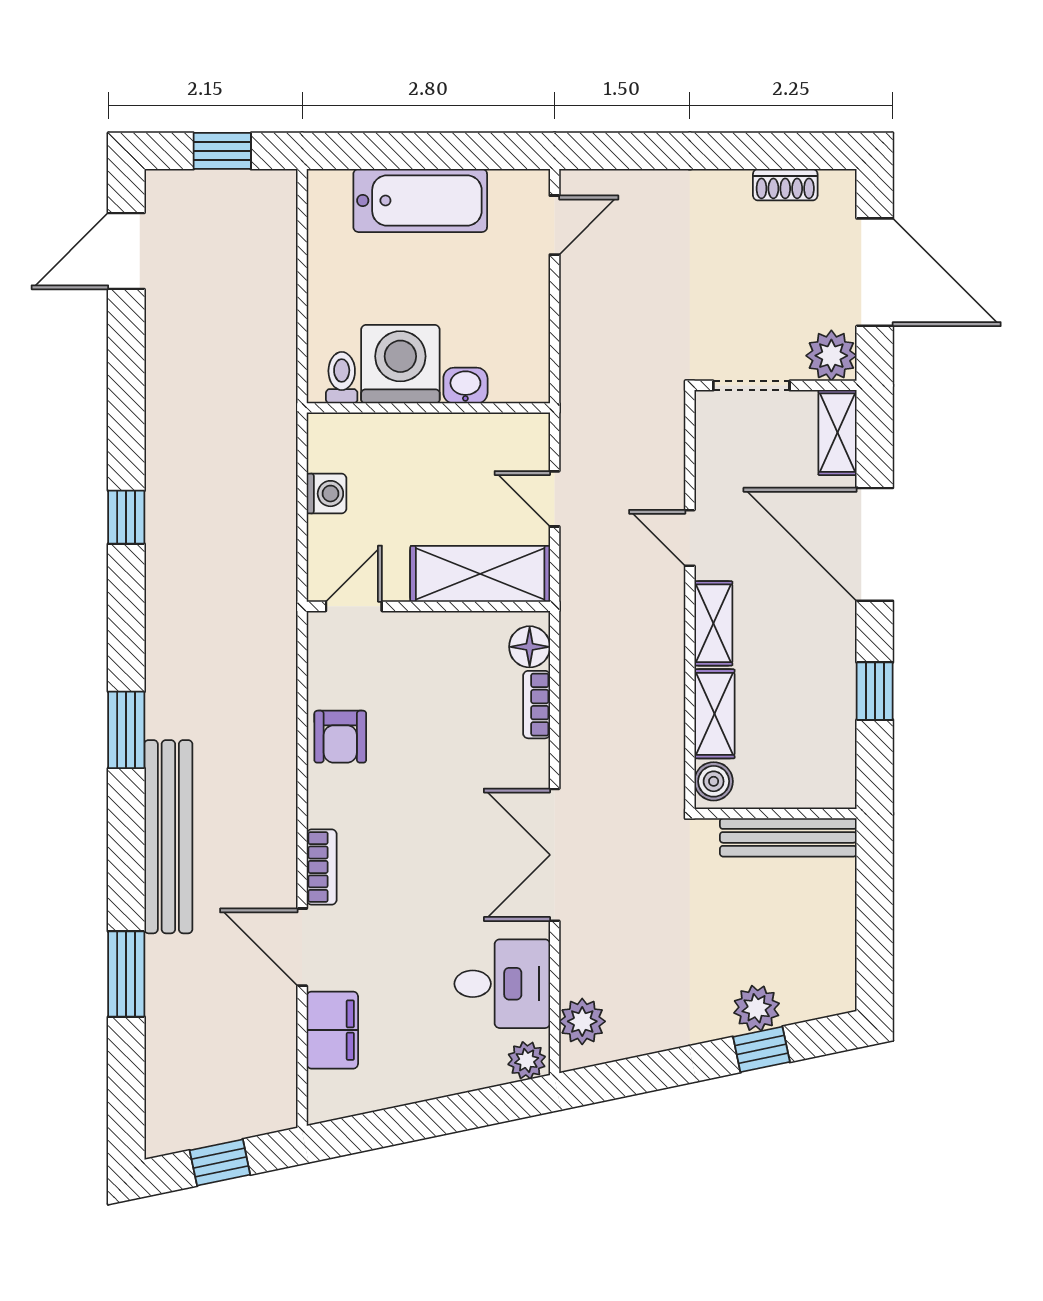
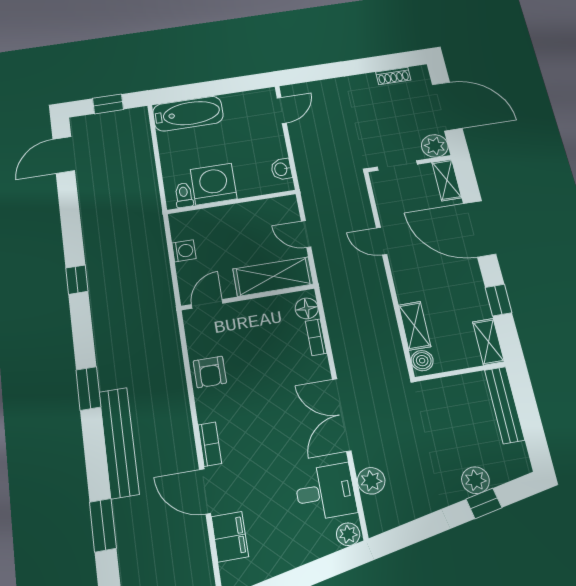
bathtub: (420, 201) -> (188, 114), moved
washbasin: (465, 386) -> (281, 169), moved, turned -90
shelving: (713, 623) -> (488, 342), moved
bench: (788, 837) -> (505, 405), moved, turned 90
plant: (582, 1021) -> (371, 481), moved

